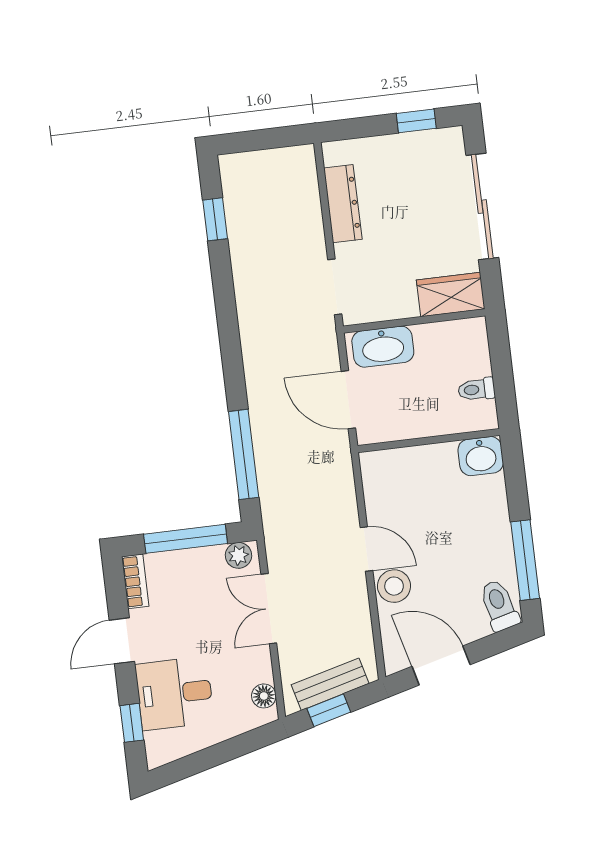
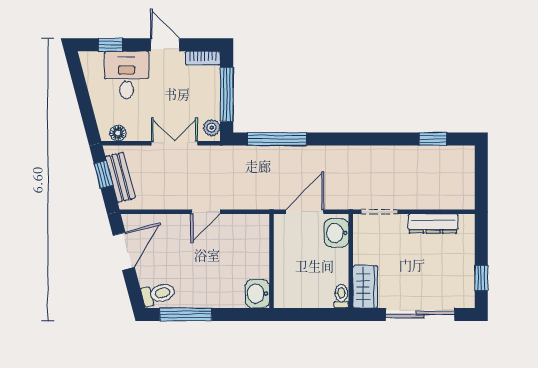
washbasin: (383, 347) -> (337, 233), width x0.72
toilet: (477, 389) -> (341, 296), moved
stool: (394, 586) -> (179, 227), removed

